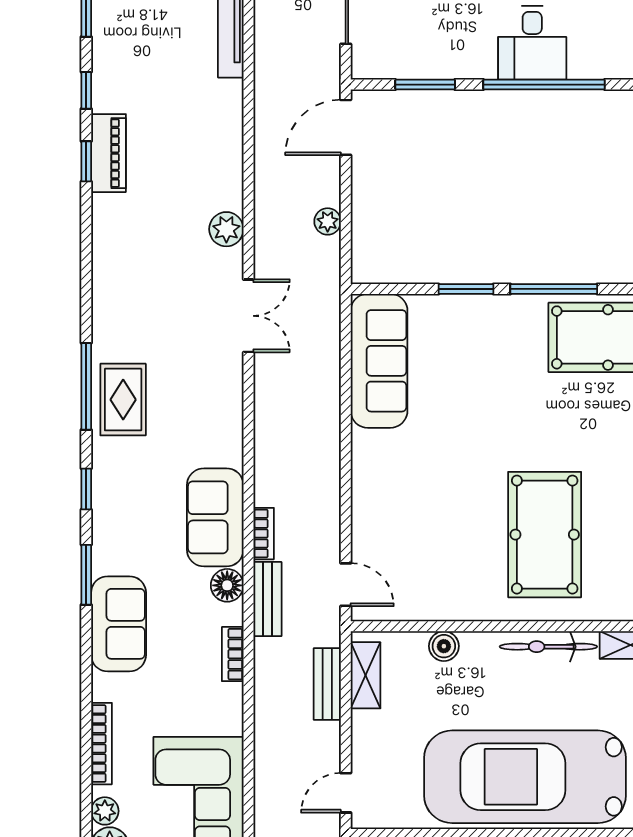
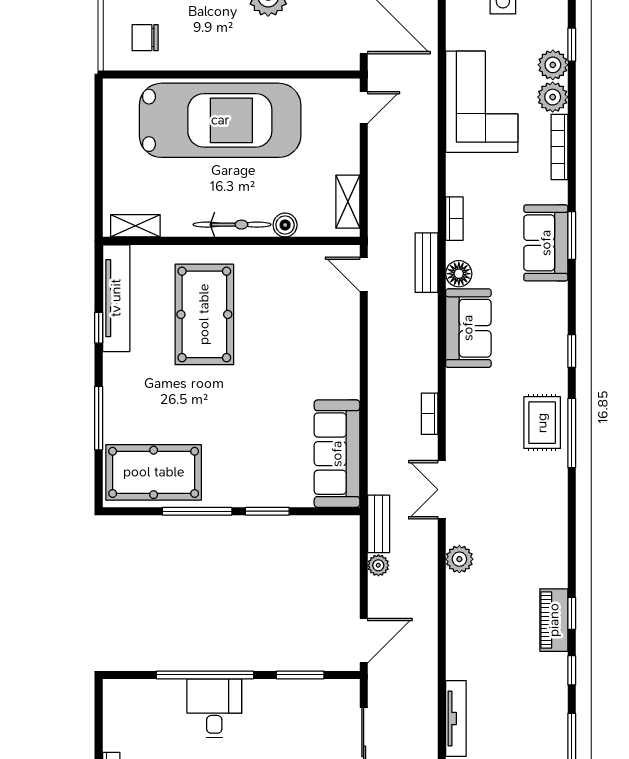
bookcase: (264, 534) -> (430, 414), moved
window: (86, 575) -> (572, 235), moved
bicycle: (548, 647) -> (232, 225), moved
bench: (327, 684) -> (379, 524), moved
plant: (105, 811) -> (553, 97), width x1.38, depth x1.38

